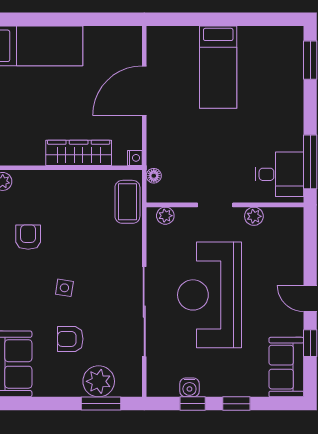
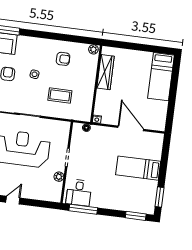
window: (268, 19) -> (159, 197), added
wardrobe: (79, 153) -> (106, 72), moved
coffee table: (127, 202) -> (60, 95), moved
plant: (165, 216) -> (65, 131), removed

